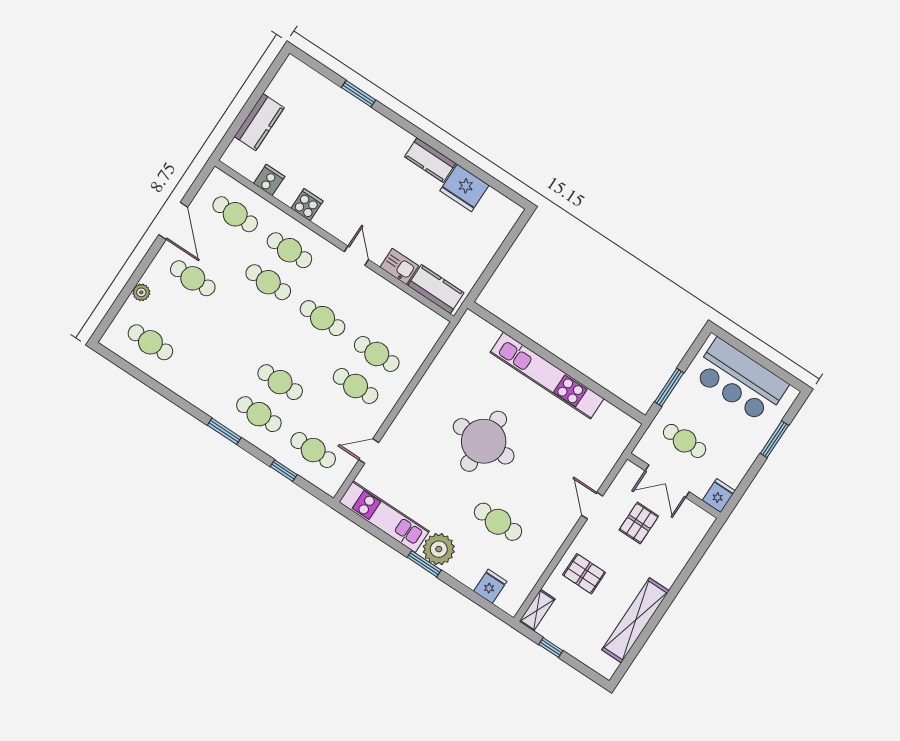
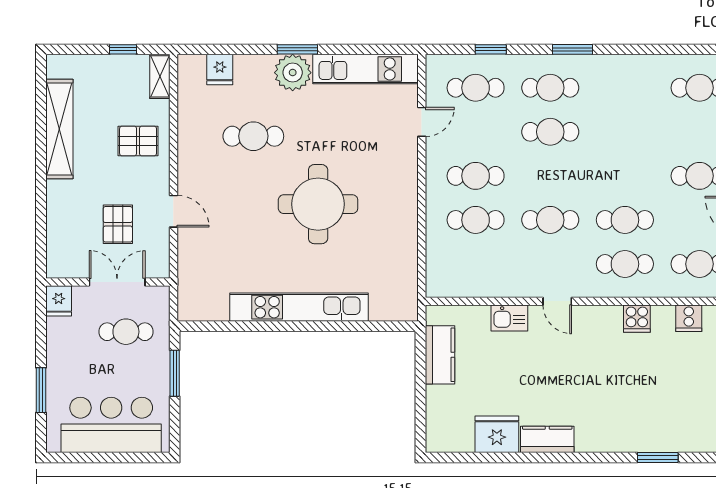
kitchen counter: (436, 289) -> (440, 355), moved, turned -90

